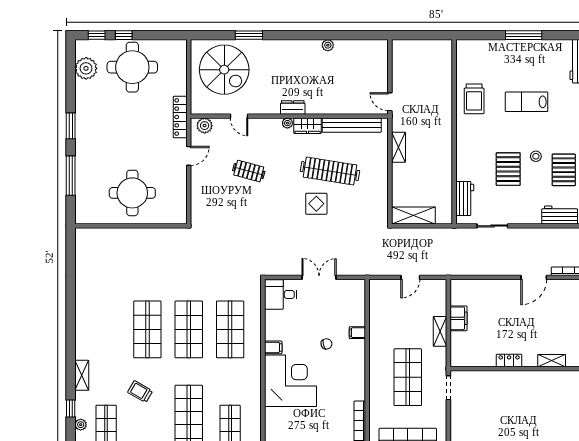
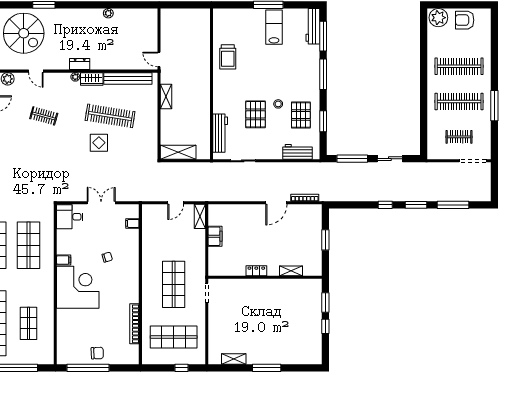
lab bench: (527, 102) -> (274, 27), moved, turned 90
workbench: (465, 198) -> (220, 133), width x1.38
shelving: (440, 331) -> (200, 216), moved
filing cabinet: (357, 333) -> (132, 223), moved

